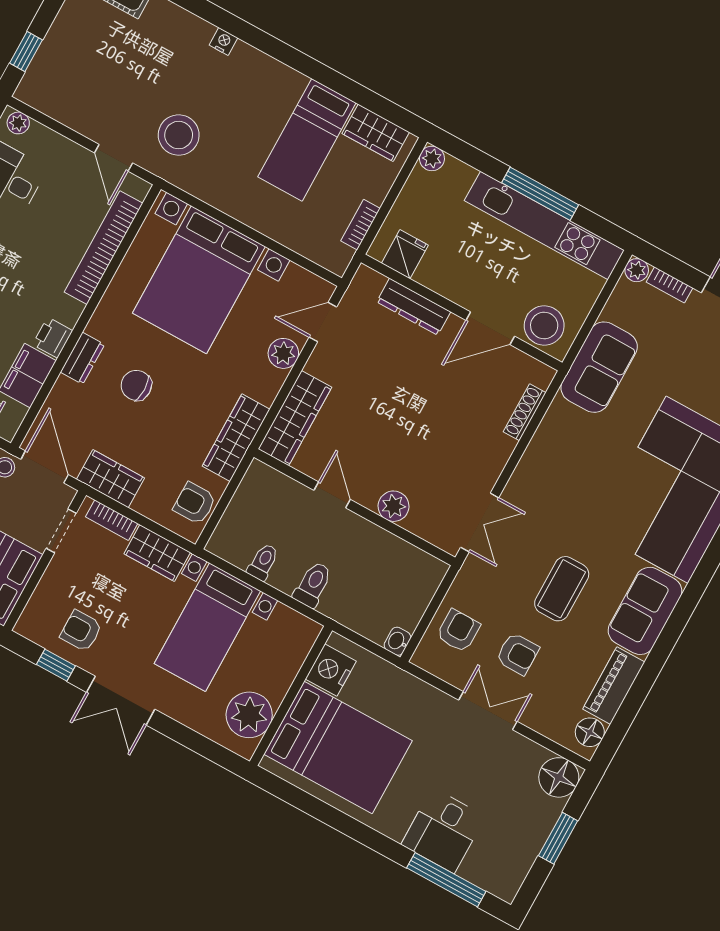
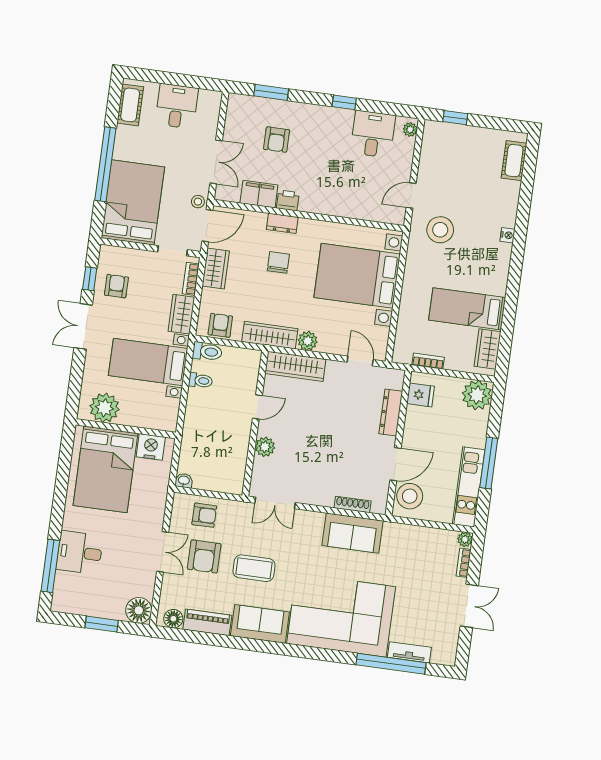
plant: (432, 158) -> (477, 395), width x1.88, depth x1.88
kitchen unit: (544, 225) -> (469, 487), width x0.73
bookcase: (103, 248) -> (354, 210), removed
door: (490, 328) -> (396, 464), swing flipped
plant: (283, 353) -> (308, 341), moved
sofa: (599, 367) -> (352, 533), moved
toilet: (313, 585) -> (207, 352), moved
armchair: (518, 654) -> (204, 557), width x1.38, depth x1.38

